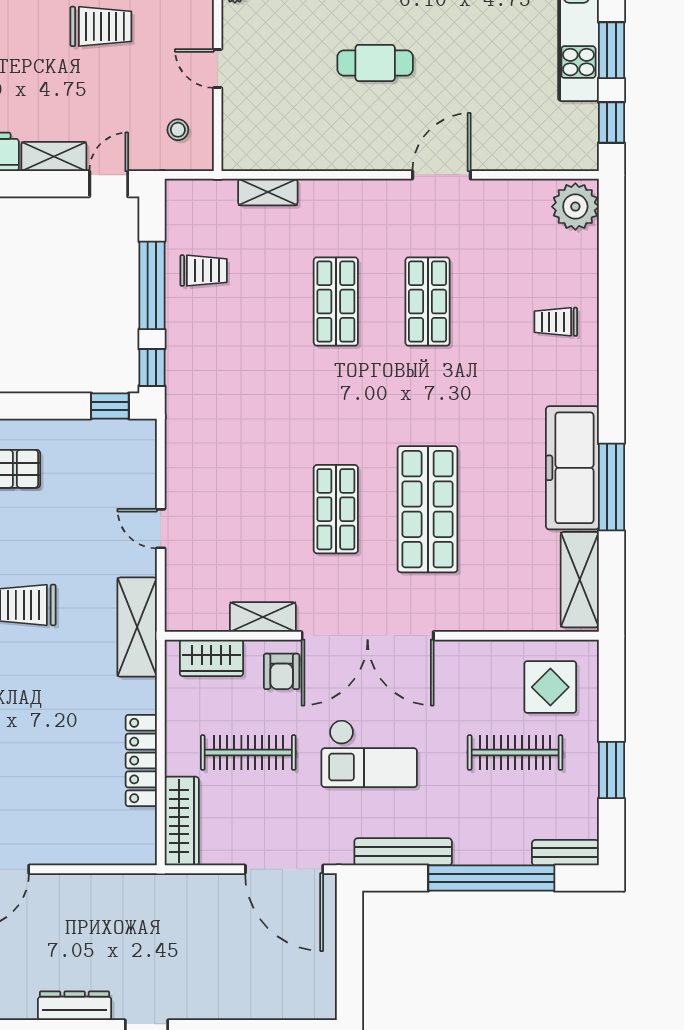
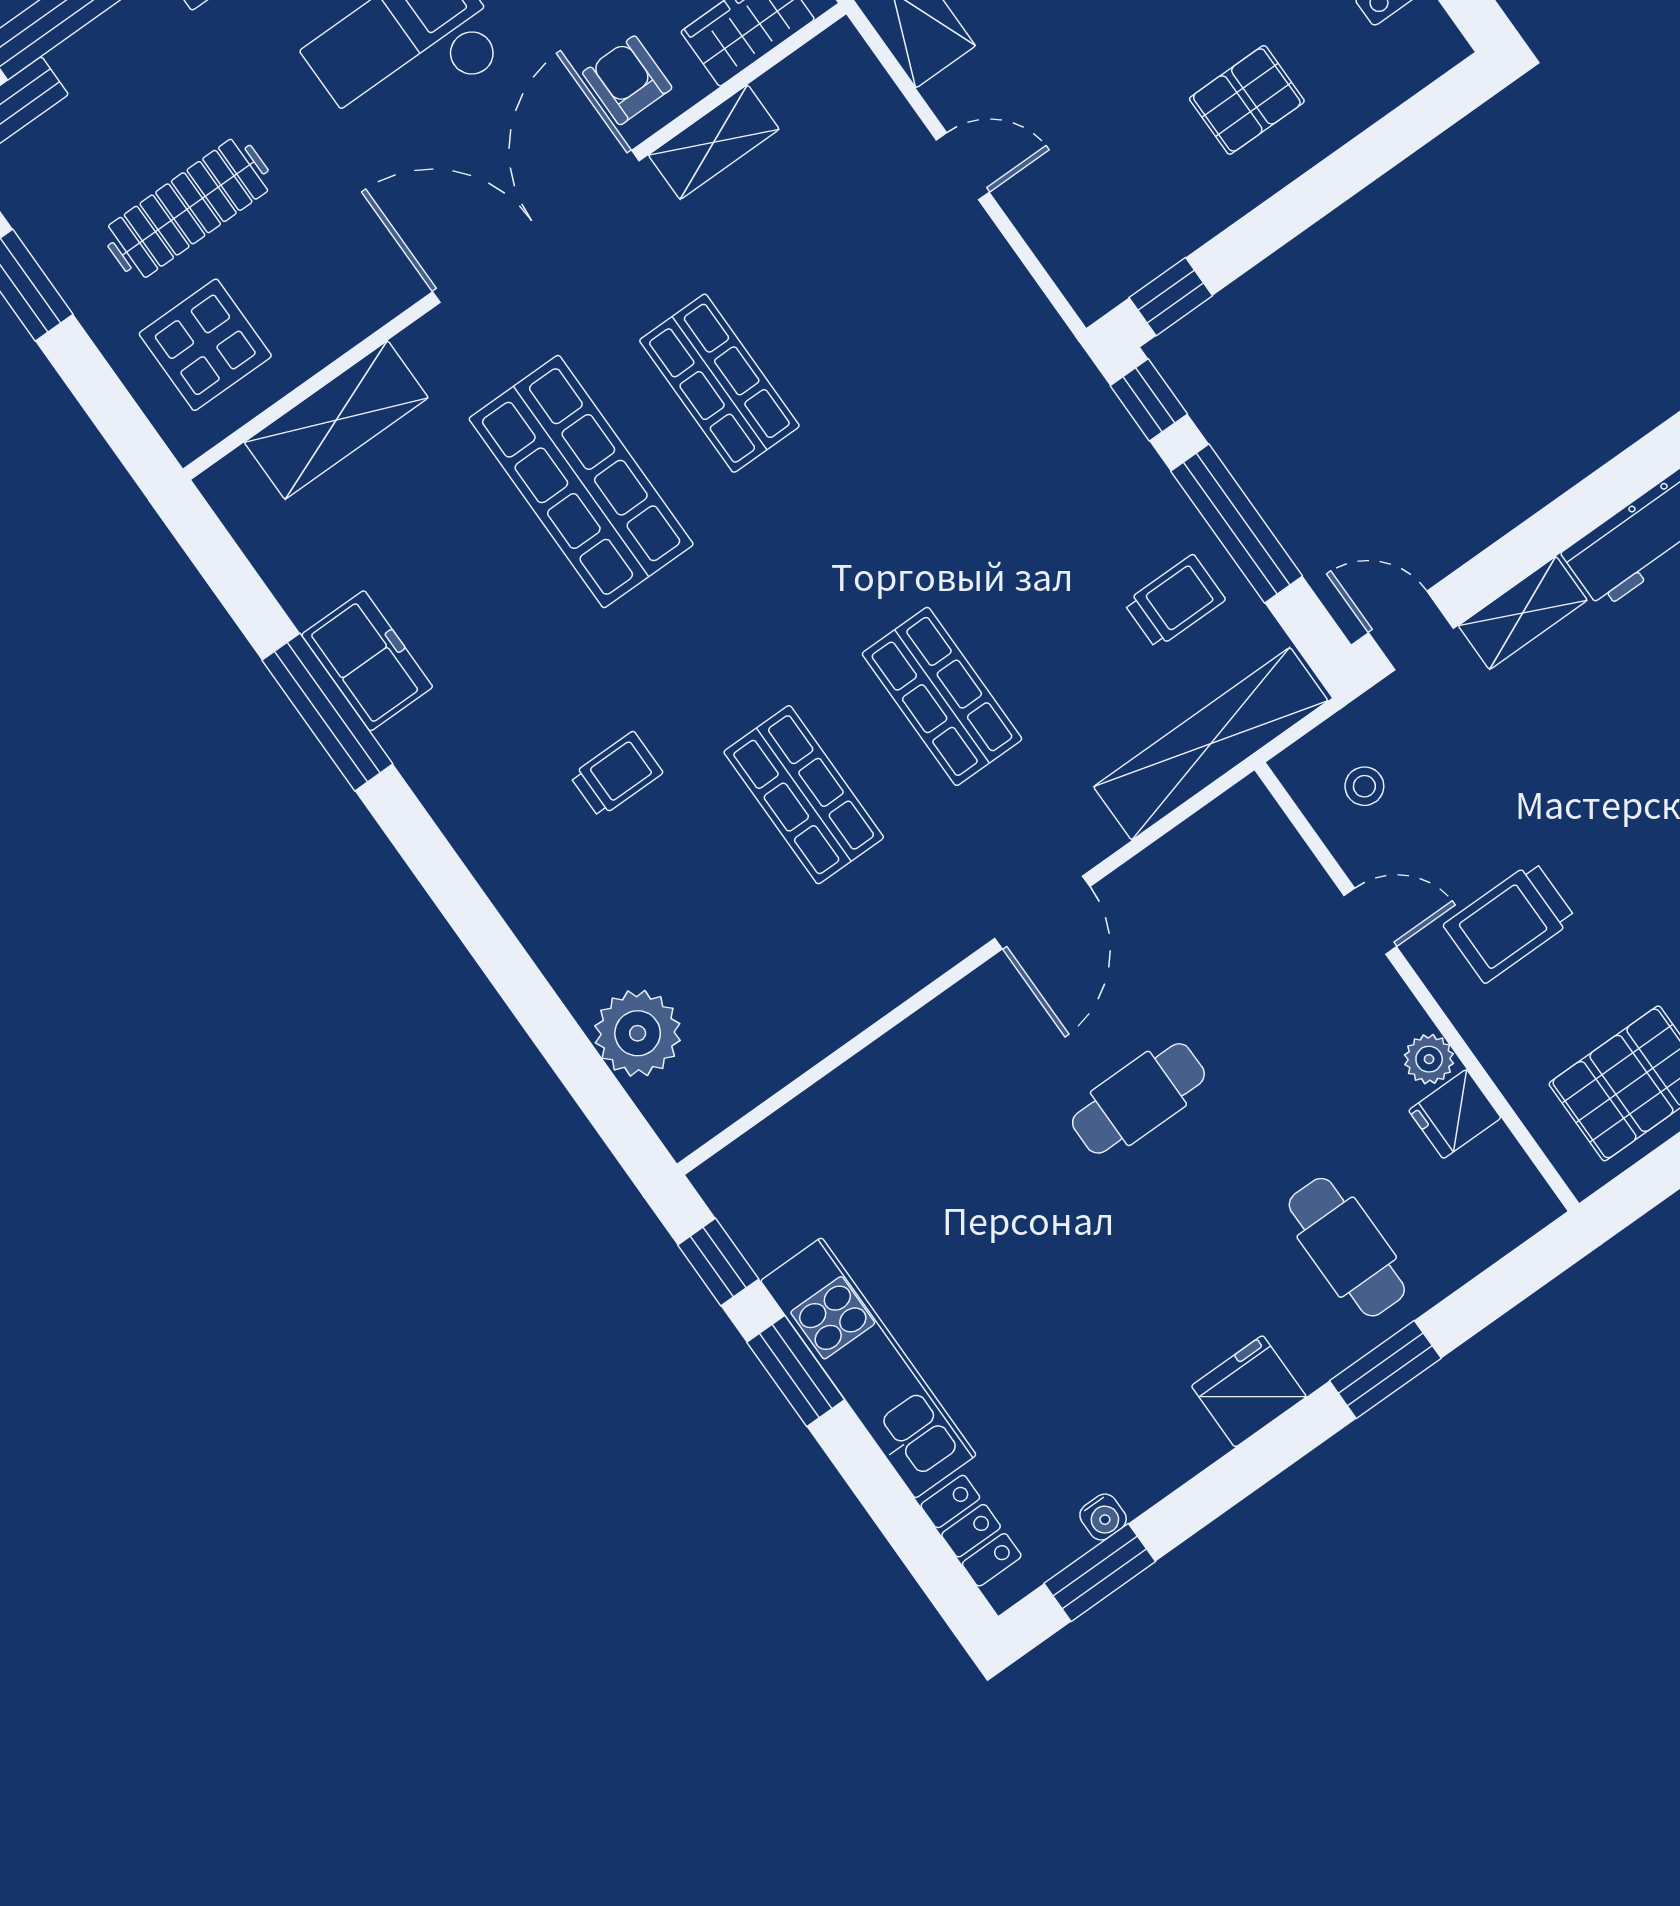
trolley: (101, 26) -> (1510, 922), moved
door: (441, 175) -> (1042, 912), moved
door: (109, 184) -> (1411, 631), swing flipped
shelving: (268, 192) -> (1211, 744), width x2.20, depth x1.33
plant: (575, 207) -> (638, 1033), moved
trolley: (204, 271) -> (1175, 601), turned 180
trolley: (556, 322) -> (616, 774), moved
freezer: (572, 468) -> (367, 661), width x0.52, depth x0.79
shelving: (580, 580) -> (336, 420), moved, turned 90

